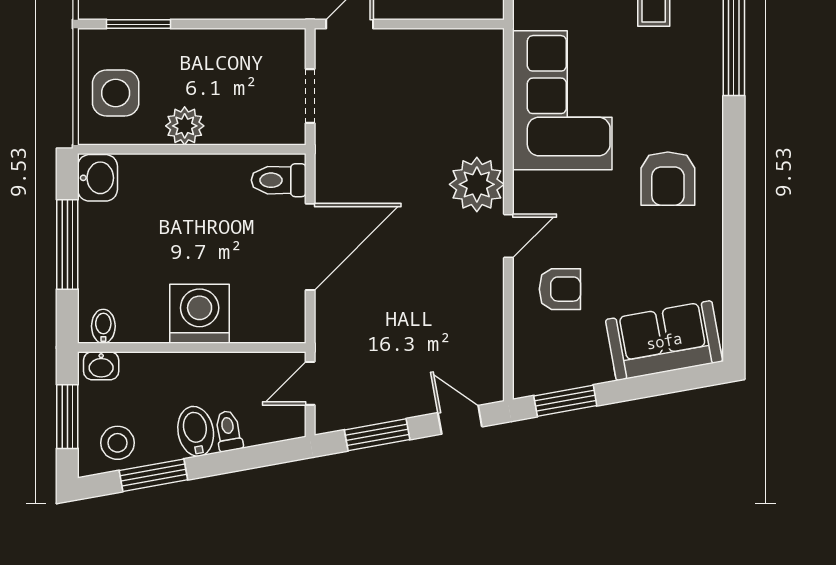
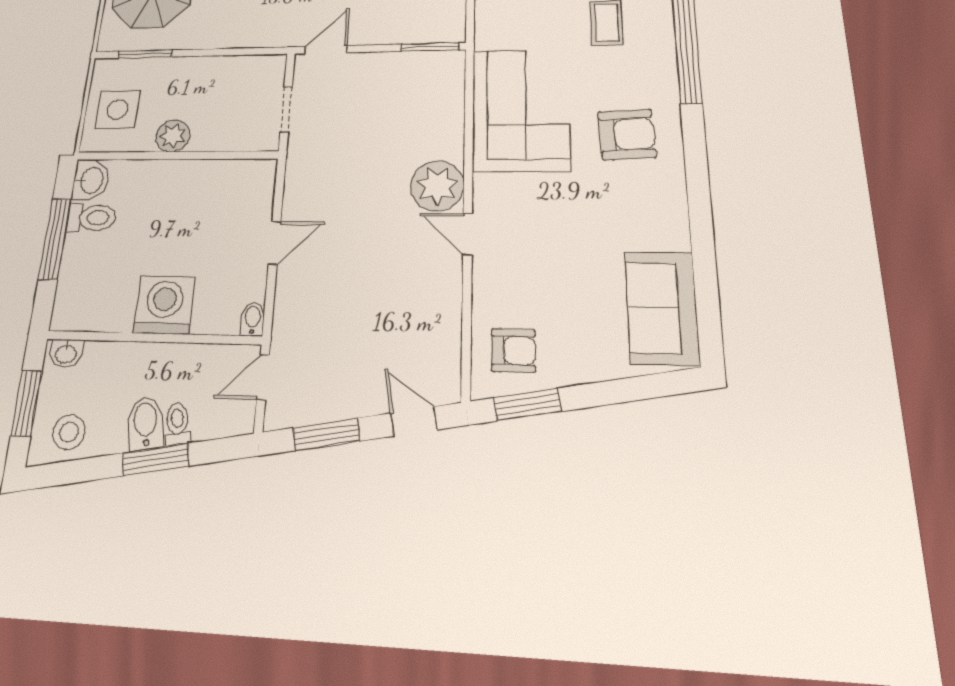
window: (465, 24) -> (430, 47), added
armchair: (668, 179) -> (627, 134), moved, turned -93
toilet: (279, 180) -> (91, 218), moved, turned 180
door: (508, 236) -> (468, 234), swing flipped
door: (310, 247) -> (275, 243), width x0.53
armchair: (560, 289) -> (513, 351), moved
bidet: (103, 326) -> (253, 319), moved
sofa: (664, 341) -> (662, 308), moved, turned -80
window: (153, 475) -> (156, 460), moved

